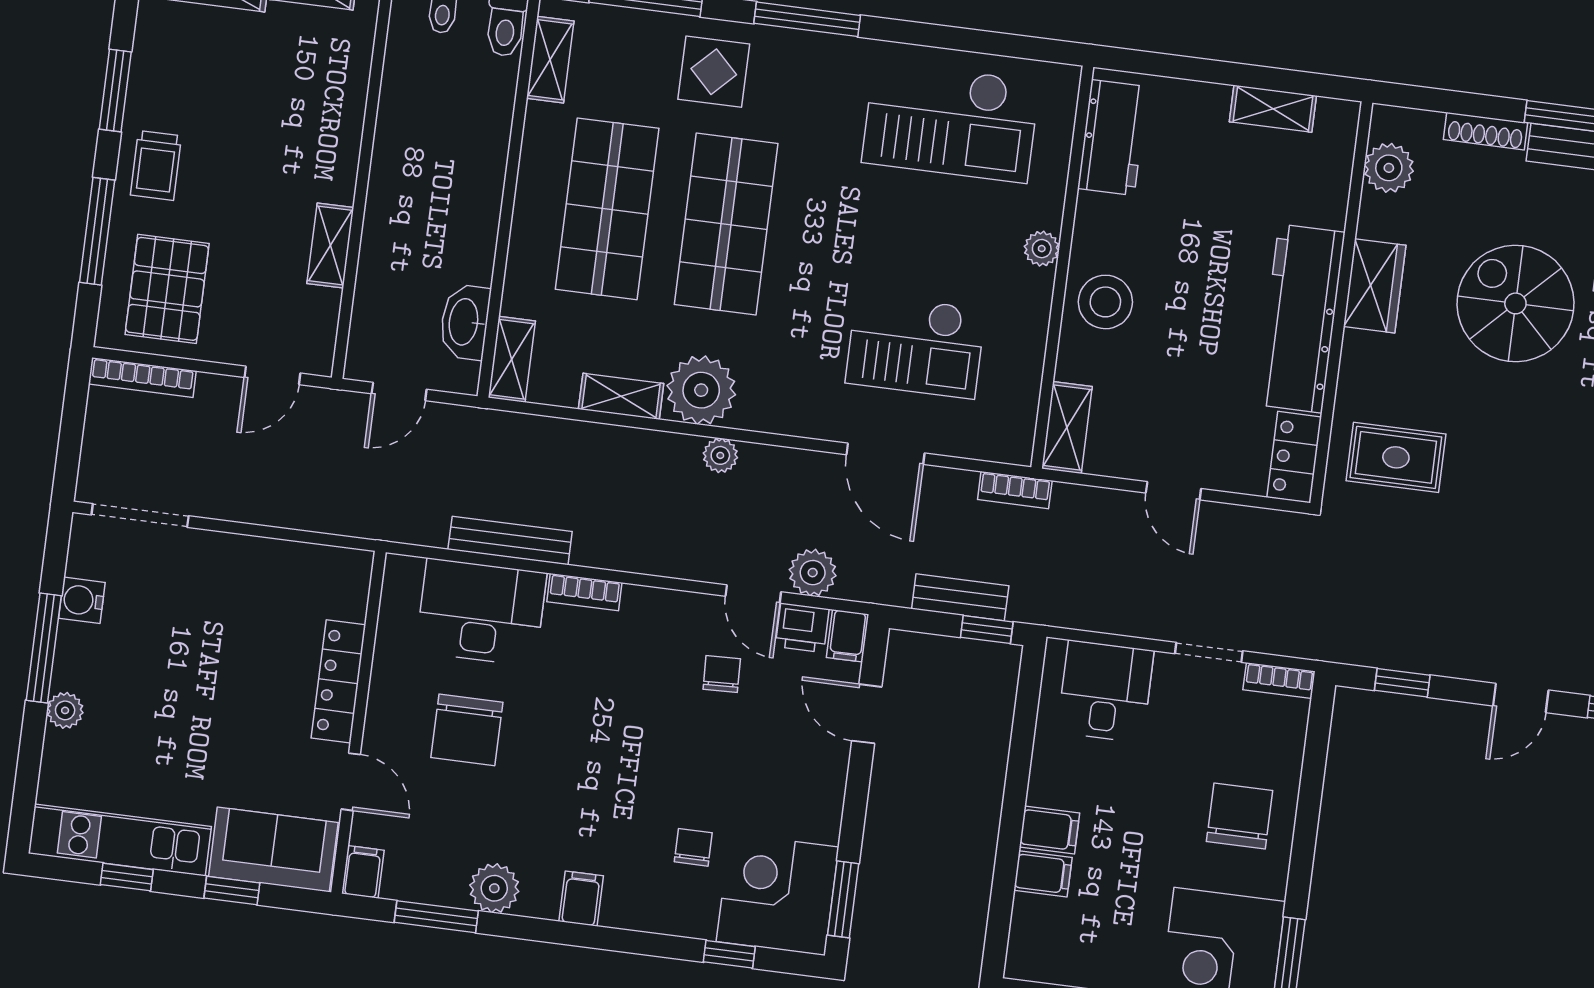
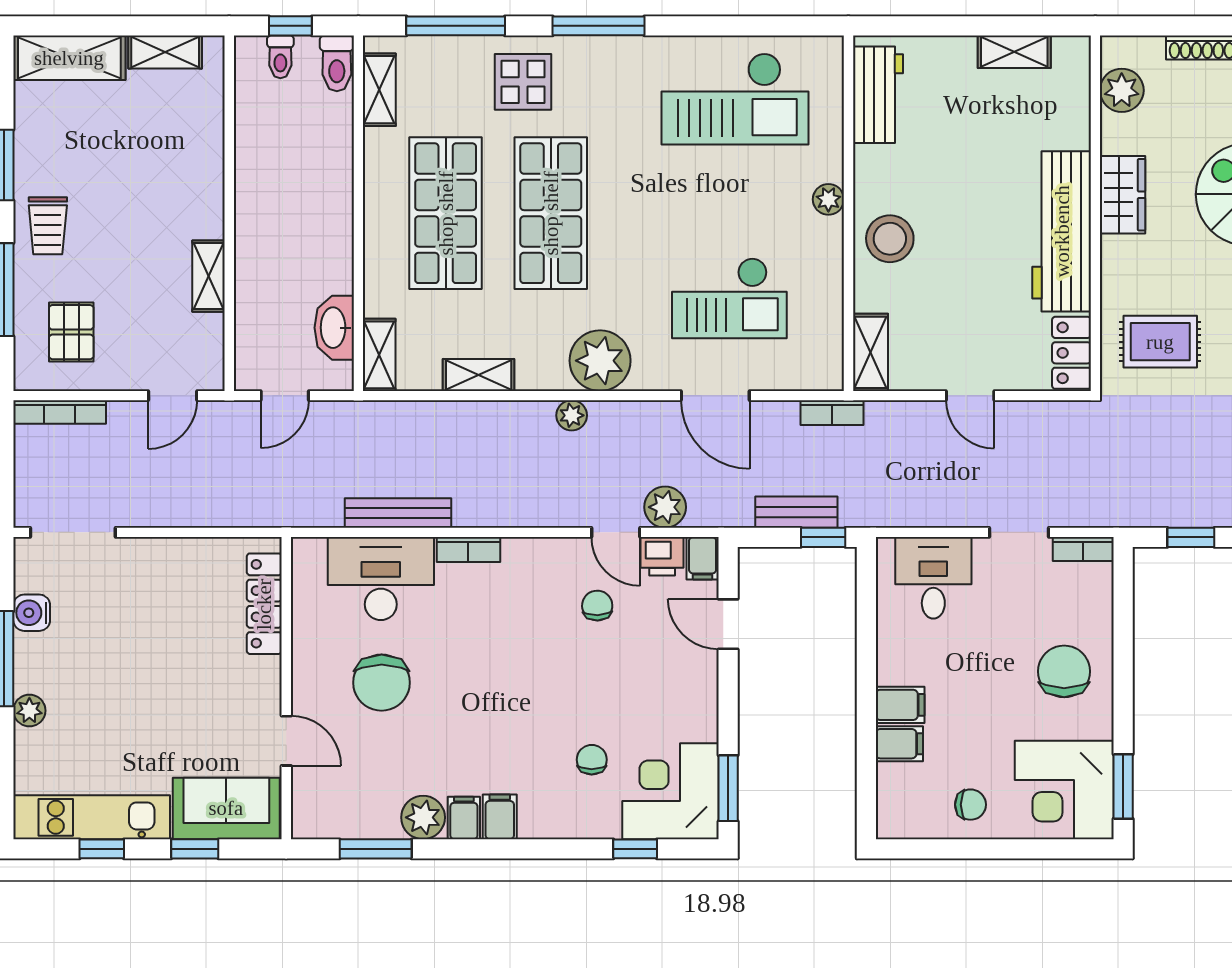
pallet: (167, 289) -> (71, 332), width x0.67, depth x0.71
plant: (701, 390) -> (600, 361), moved
locker: (338, 681) -> (264, 604), moved
filing cabinet: (363, 872) -> (464, 818), moved
chair: (1115, 953) -> (970, 805), added

